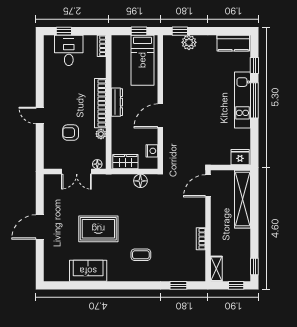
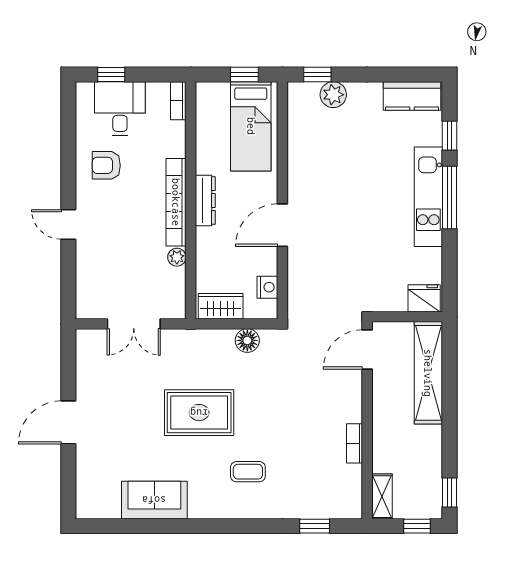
armchair: (71, 133) -> (106, 165), moved
floor lamp: (97, 164) -> (171, 311), removed
rug: (98, 229) -> (199, 413), moved

